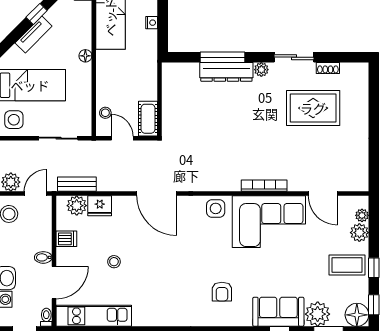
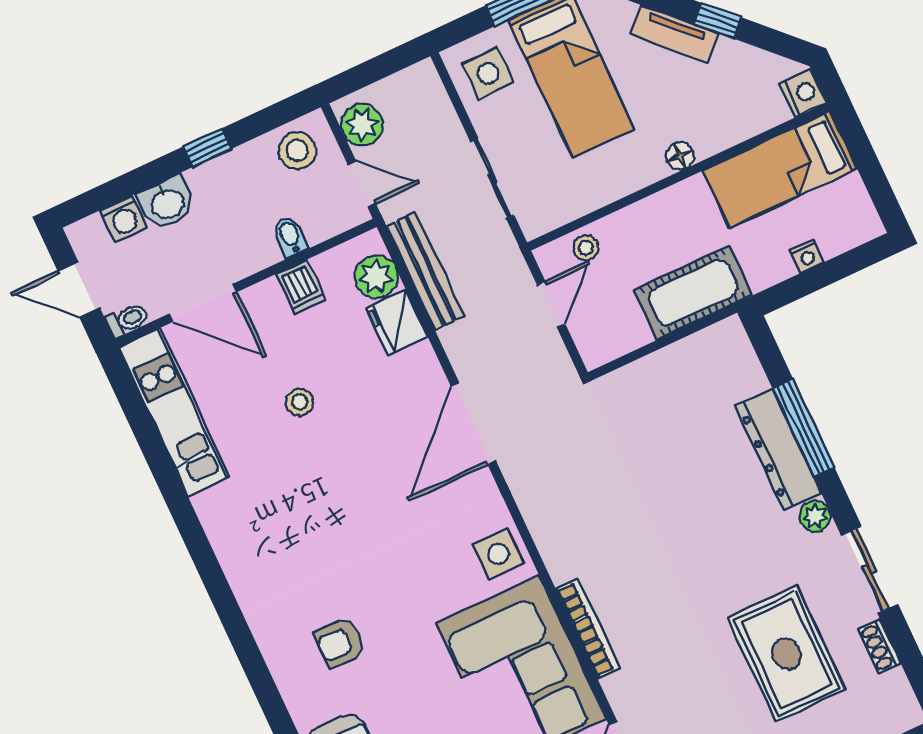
cot: (148, 119) -> (693, 293), moved, width x1.37, depth x1.34
bench: (77, 184) -> (425, 271), width x1.36
bidet: (43, 257) -> (290, 236), moved

